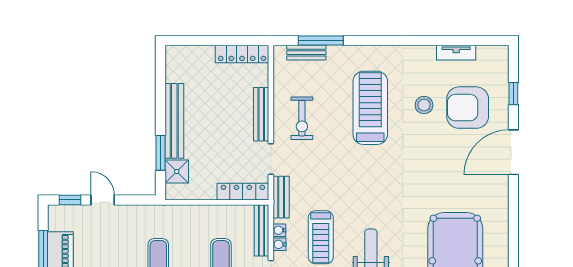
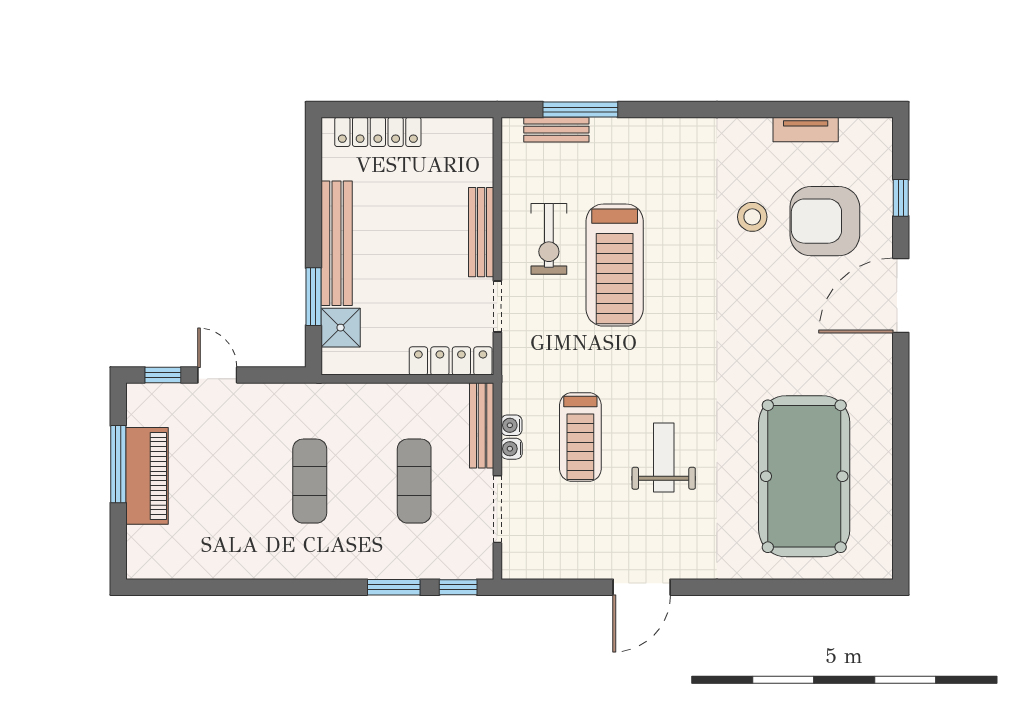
locker: (242, 54) -> (378, 132), moved
treadmill: (370, 108) -> (615, 265), moved, turned 180
bench: (281, 197) -> (514, 370), removed

